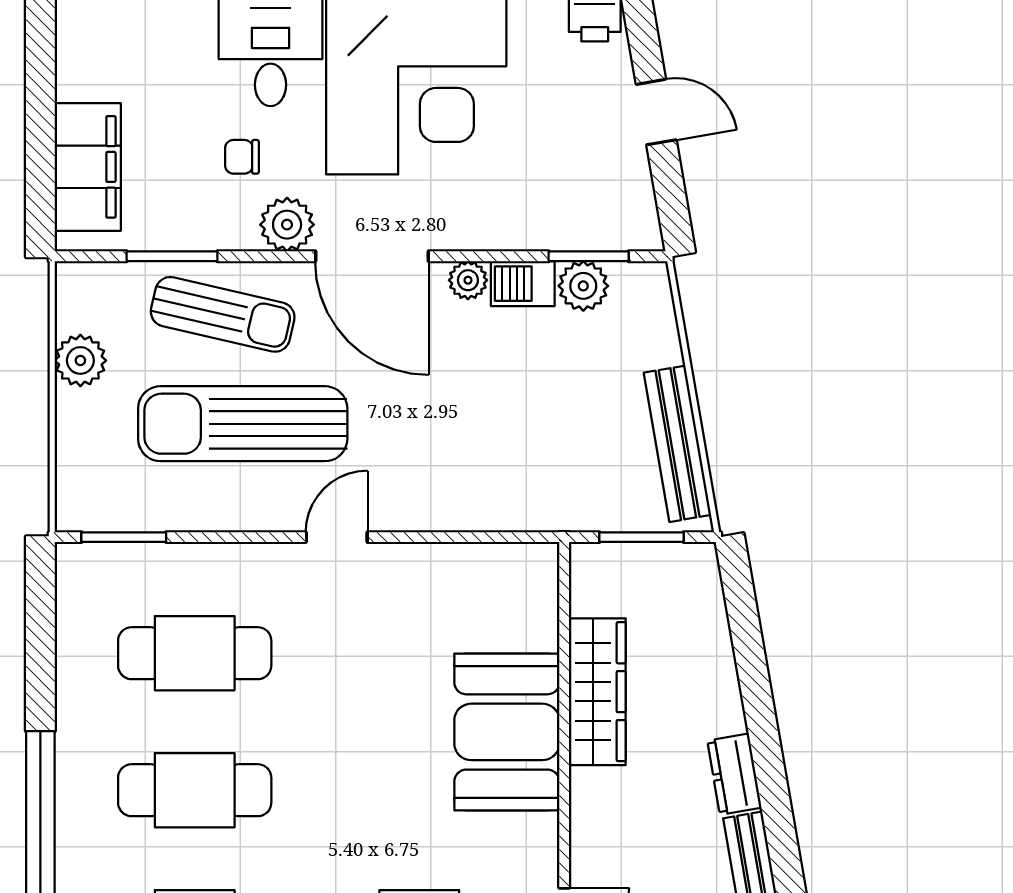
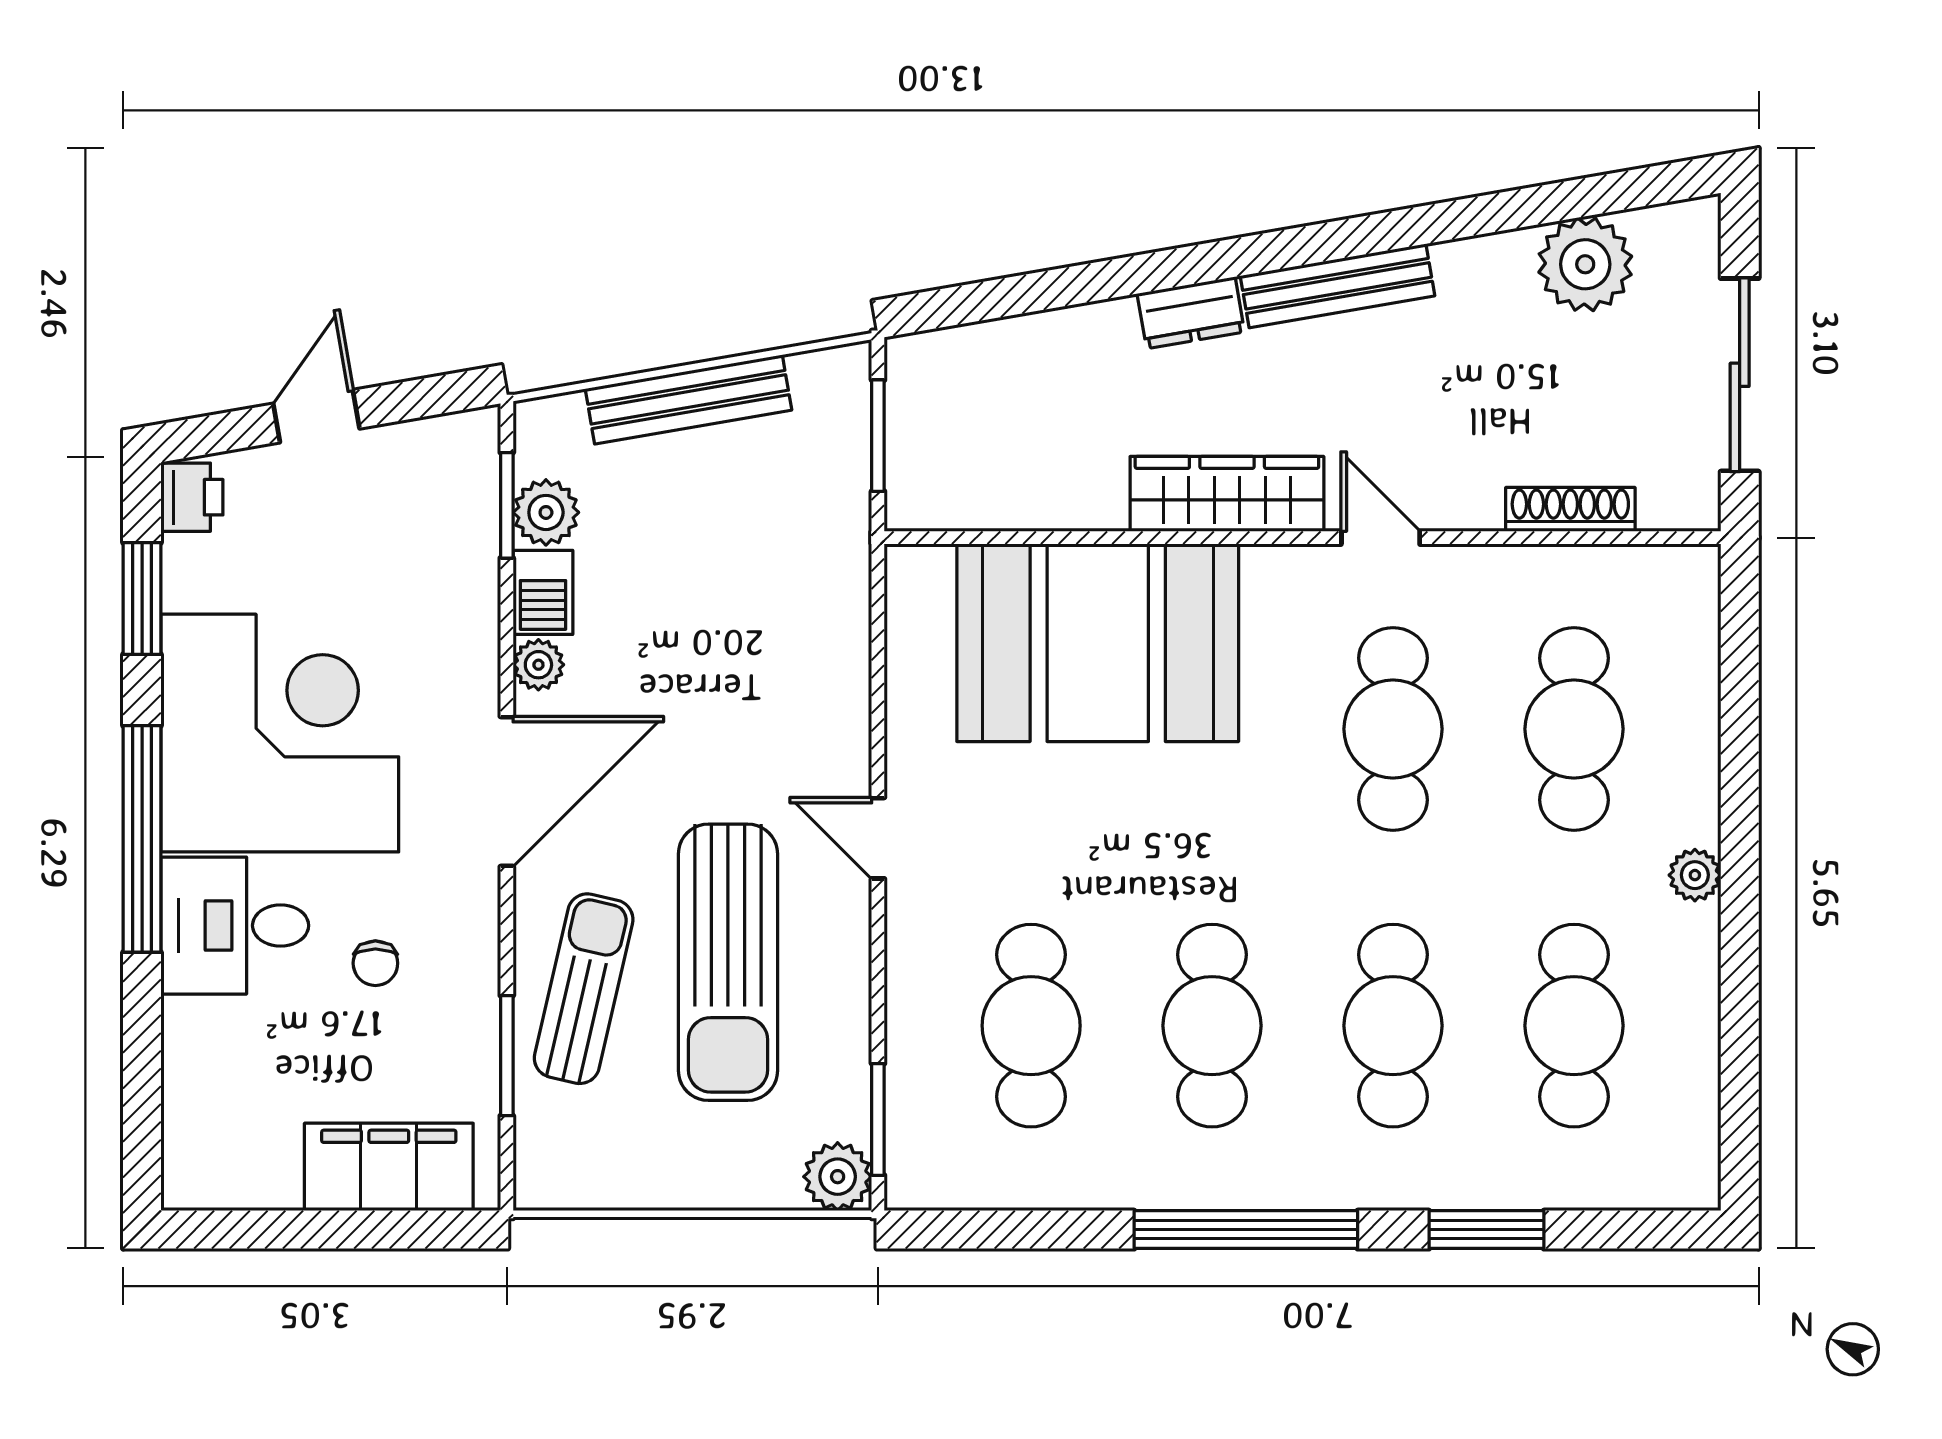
plant: (287, 225) -> (465, 904), removed
plant: (80, 360) -> (838, 1177), moved
bench: (677, 444) -> (688, 399), moved
wardrobe: (597, 692) -> (1227, 494), moved
booth: (507, 732) -> (1098, 643), width x1.36, depth x1.42

